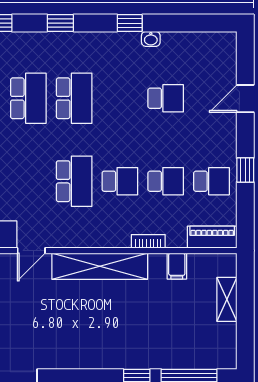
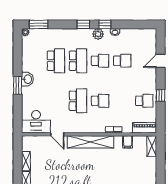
window: (60, 23) -> (83, 24), moved
plant: (116, 43) -> (98, 34), added
school desk: (166, 181) -> (100, 61), moved
door: (31, 251) -> (57, 134), hinge flipped
shelving: (227, 299) -> (152, 146), moved

